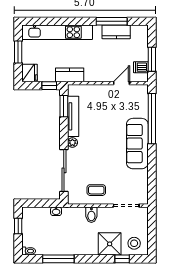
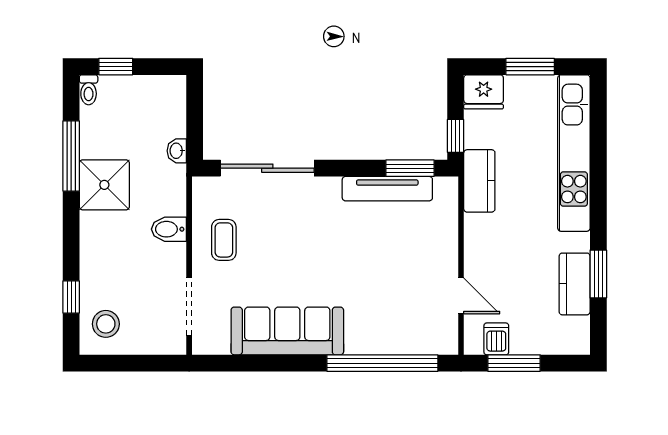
window: (112, 21) -> (598, 274), width x0.69
plant: (72, 143) -> (329, 187), removed
sofa: (137, 144) -> (287, 331), moved
window: (18, 226) -> (116, 67), moved
shower: (110, 244) -> (104, 185), moved

